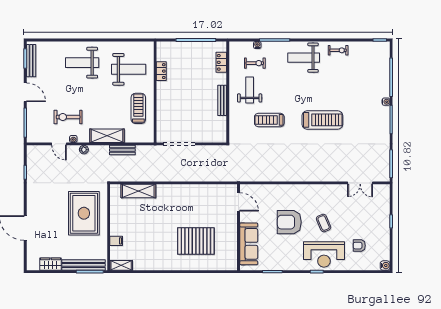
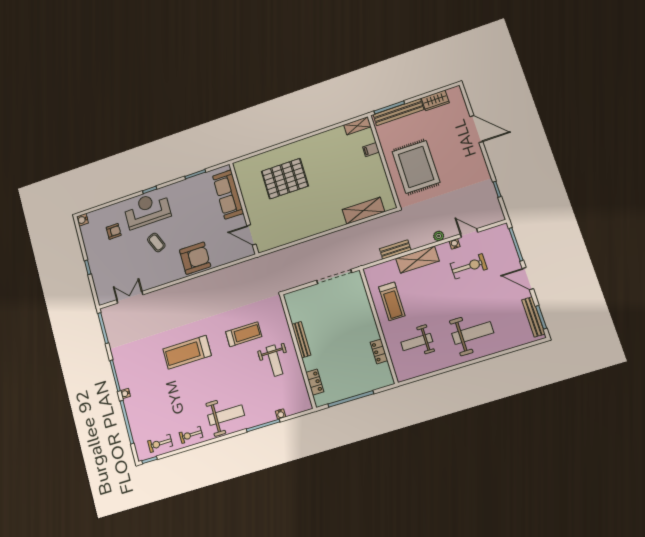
exercise bike: (255, 63) -> (160, 443), moved
weight bench: (129, 69) -> (417, 342), width x0.73, depth x0.75
armchair: (289, 222) -> (195, 258), moved

